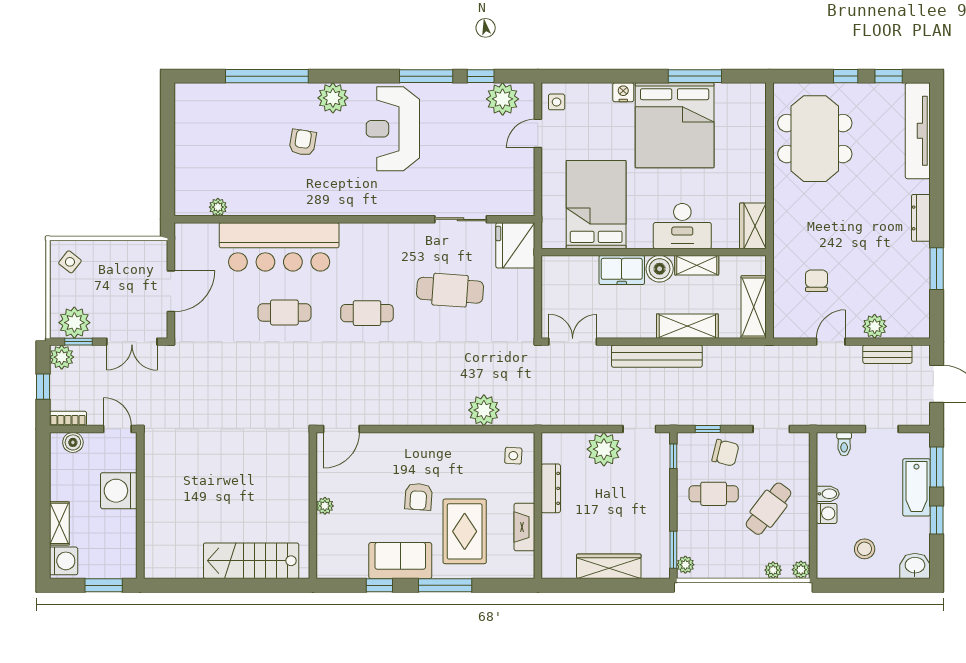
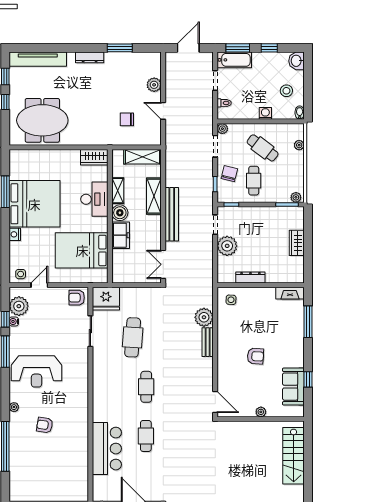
water cooler: (477, 90) -> (14, 321), added
plant: (333, 98) -> (14, 407), width x0.53, depth x0.53
door: (538, 133) -> (39, 285), swing flipped
armchair: (517, 196) -> (77, 298), added
plant: (218, 207) -> (83, 475), removed
bar counter: (279, 247) -> (107, 449), width x0.73
bench: (887, 354) -> (208, 342), moved
bathtub: (916, 487) -> (234, 60), moved
bidet: (828, 494) -> (300, 113), moved
fireplace: (524, 527) -> (290, 293), moved
rug: (465, 531) -> (276, 329), removed
sofa: (400, 561) -> (293, 387), moved
wardrobe: (609, 566) -> (297, 243), width x0.67
plant: (801, 570) -> (222, 129), moved
window: (445, 585) -> (308, 322), moved

